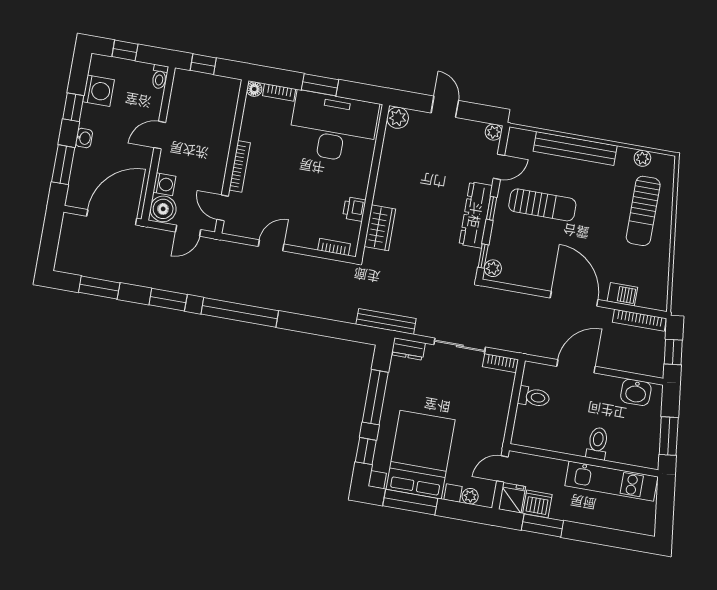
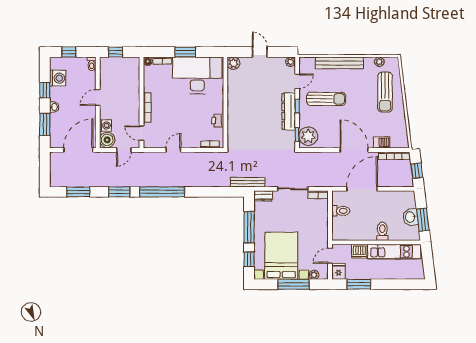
wardrobe: (380, 228) -> (234, 129), removed
plant: (493, 268) -> (308, 136), width x1.88, depth x1.88
door: (576, 366) -> (362, 189), width x1.36
washbasin: (636, 392) -> (410, 217), moved, turned 83
window: (410, 502) -> (294, 284), moved
dishwasher: (537, 504) -> (359, 251), moved, turned 180

